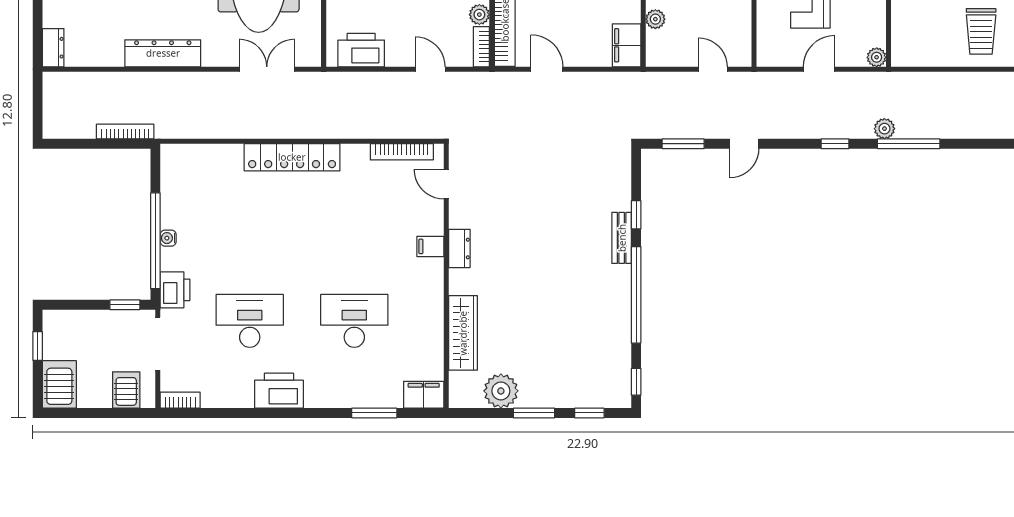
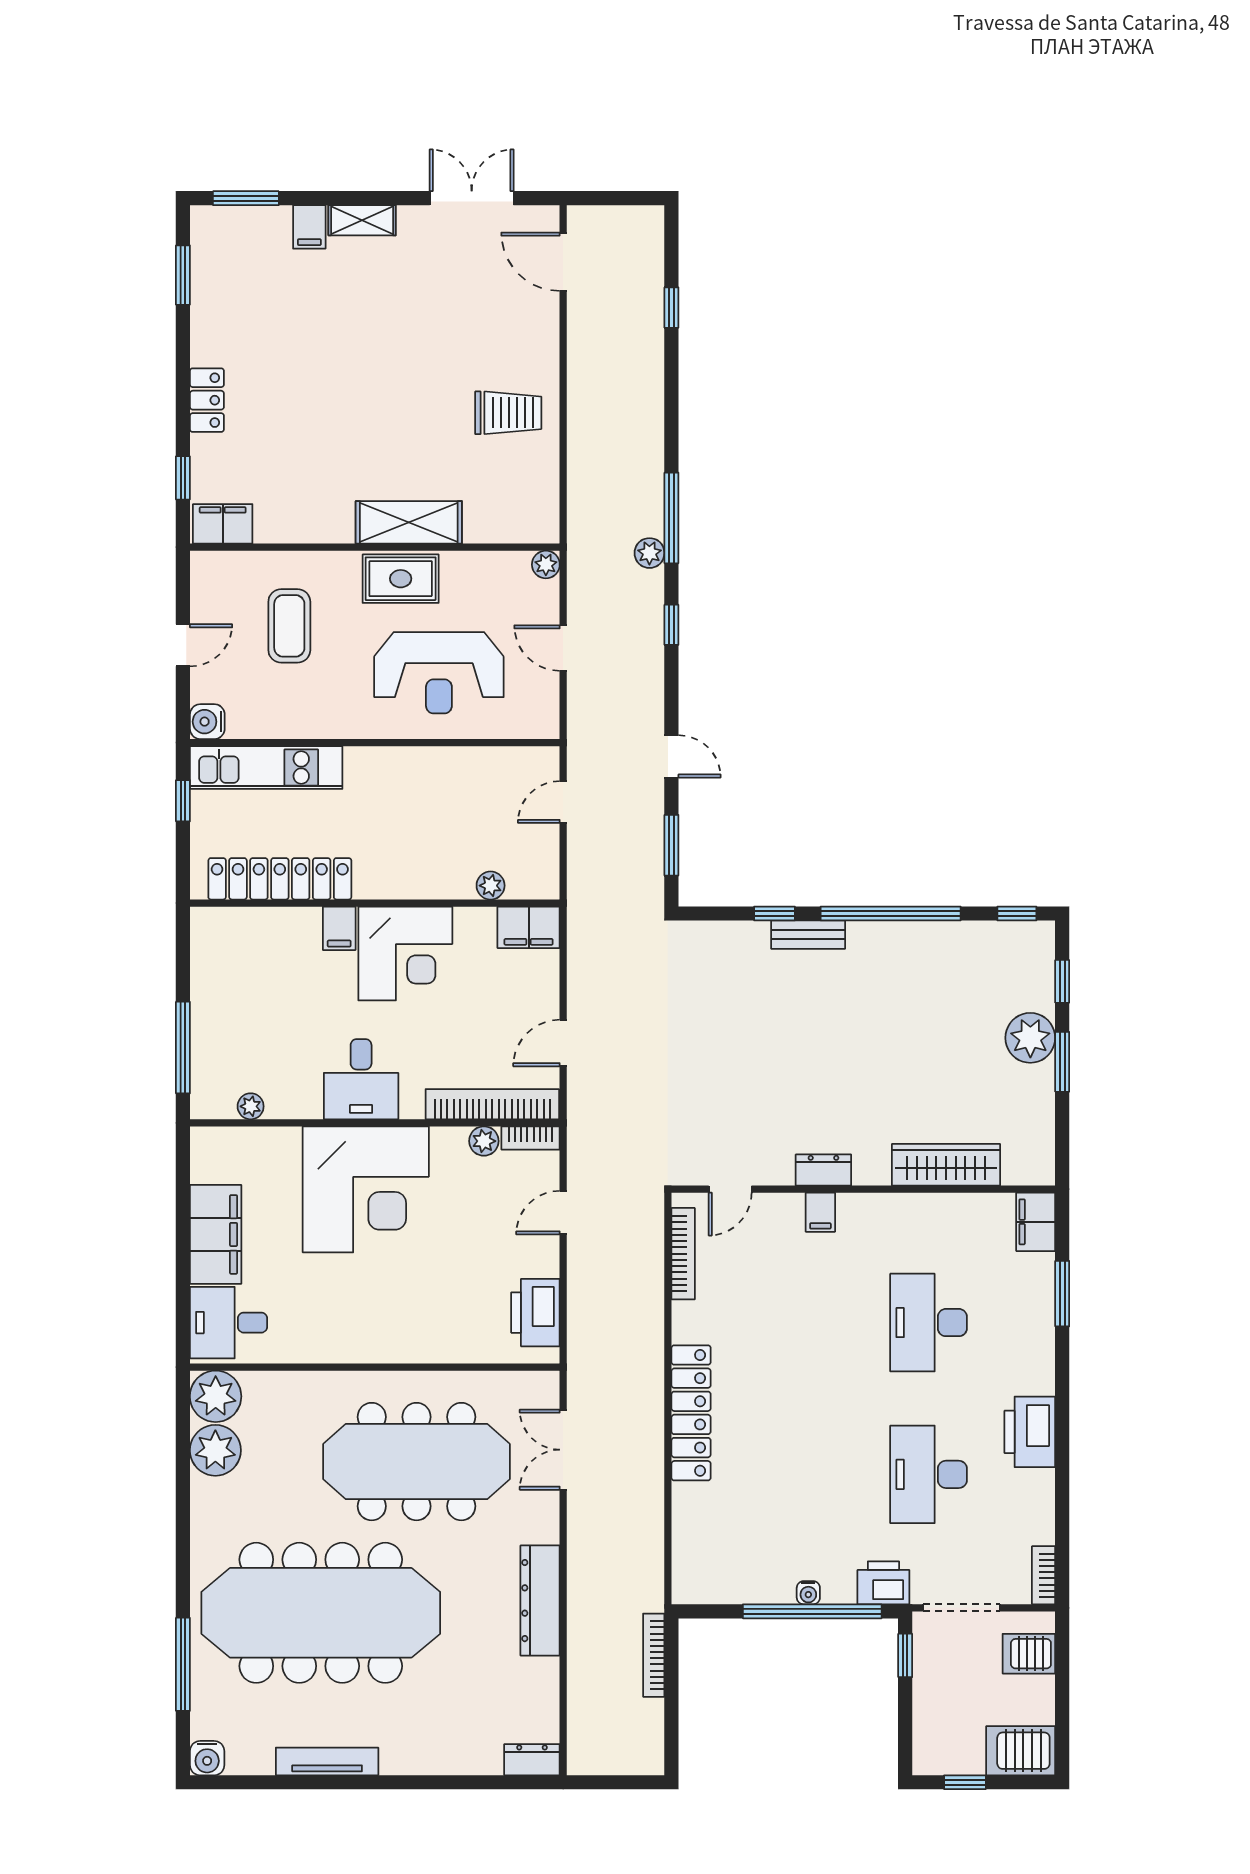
plant: (501, 391) -> (1030, 1038), moved

